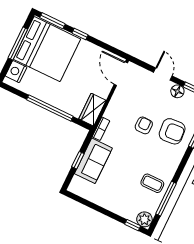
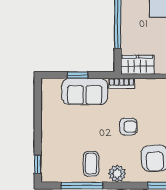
armchair: (144, 125) -> (128, 127), moved
plant: (144, 219) -> (117, 174), moved

